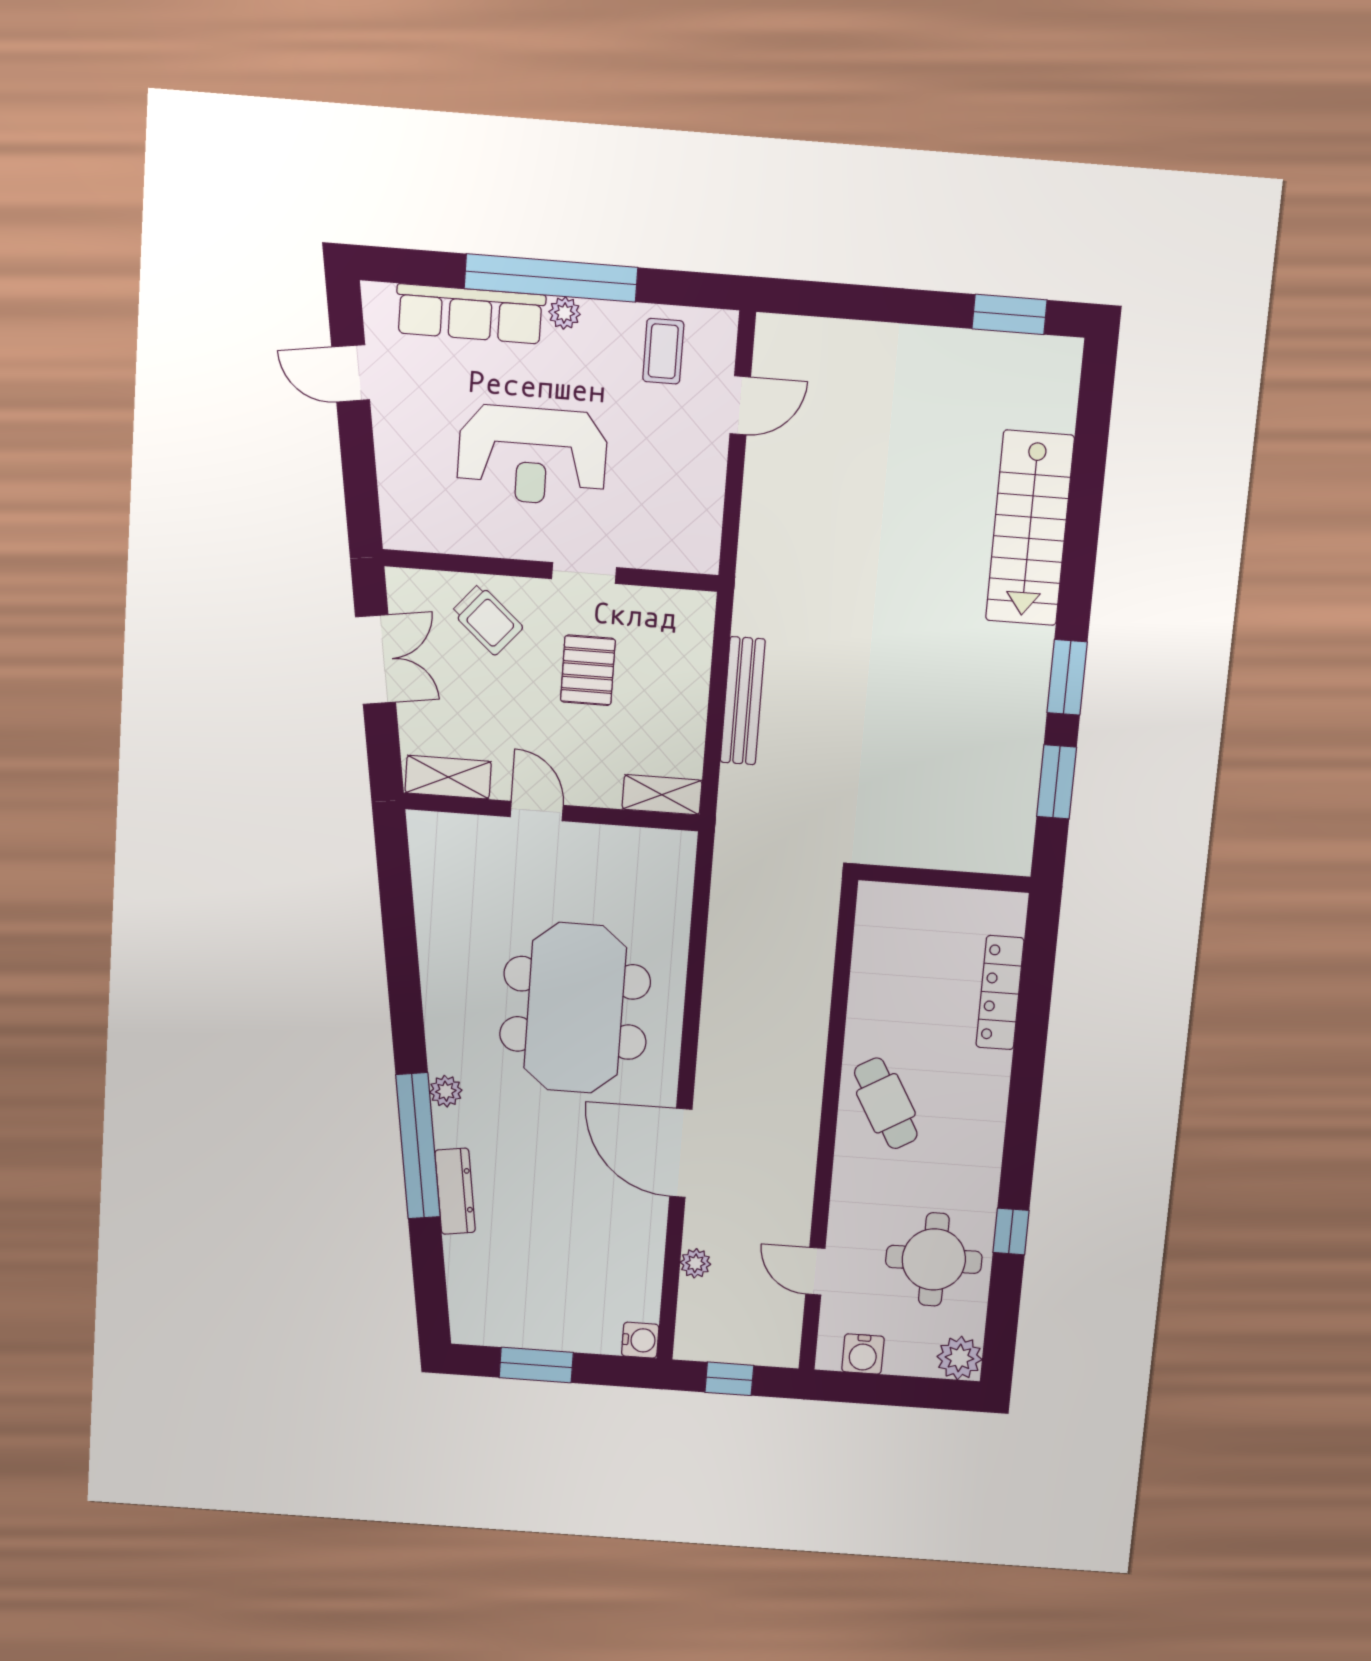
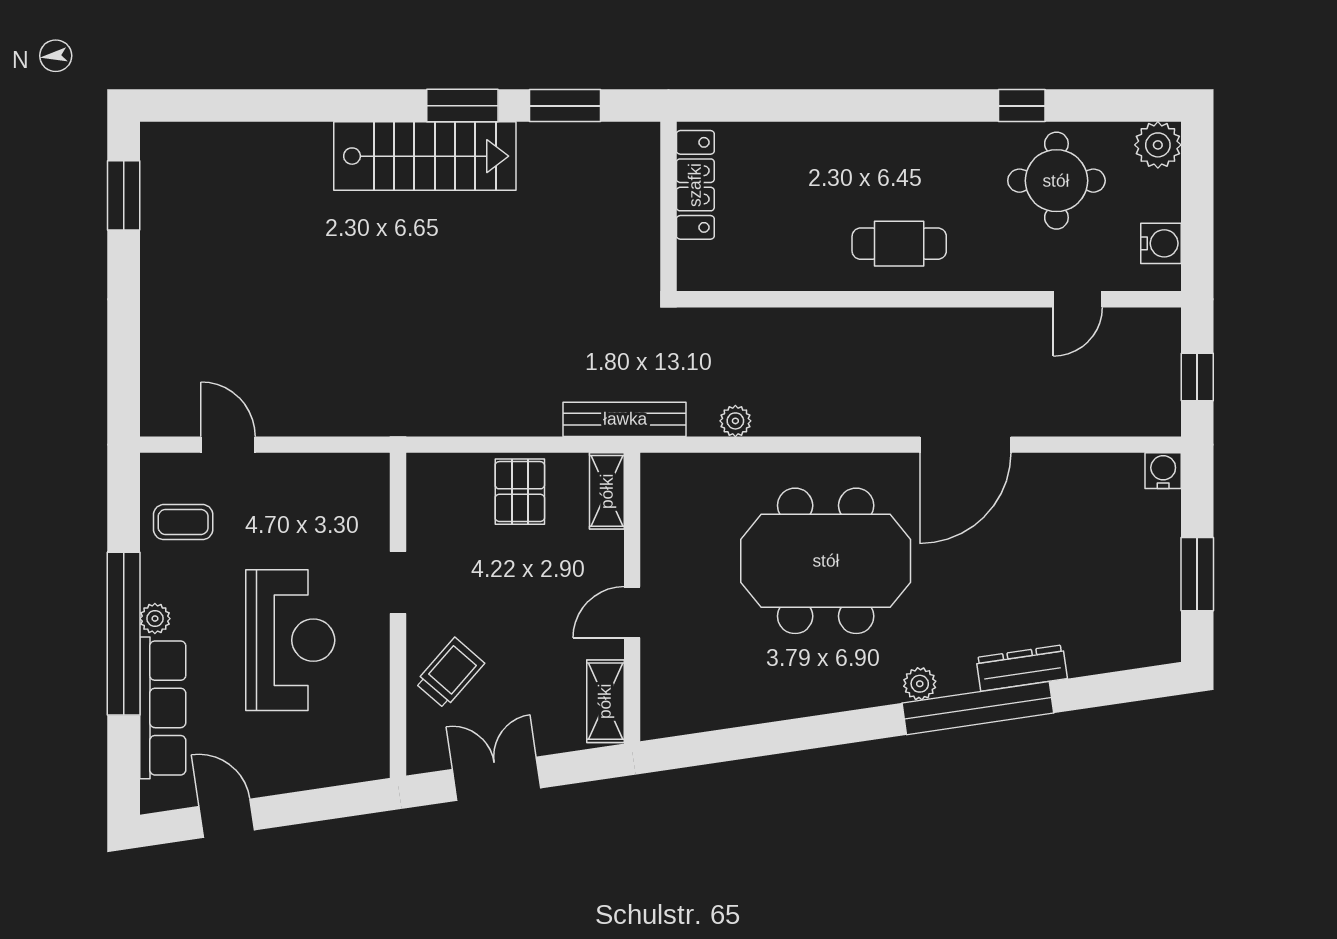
door: (351, 373) -> (227, 818), swing flipped
stairs: (1030, 528) -> (425, 156), moved
pallet: (588, 670) -> (520, 492), moved, turned 90
bench: (743, 701) -> (625, 419), moved
locker: (1000, 993) -> (695, 185), moved, turned -90
cafe table: (886, 1103) -> (899, 244), turned 30
plant: (695, 1263) -> (735, 421), moved

